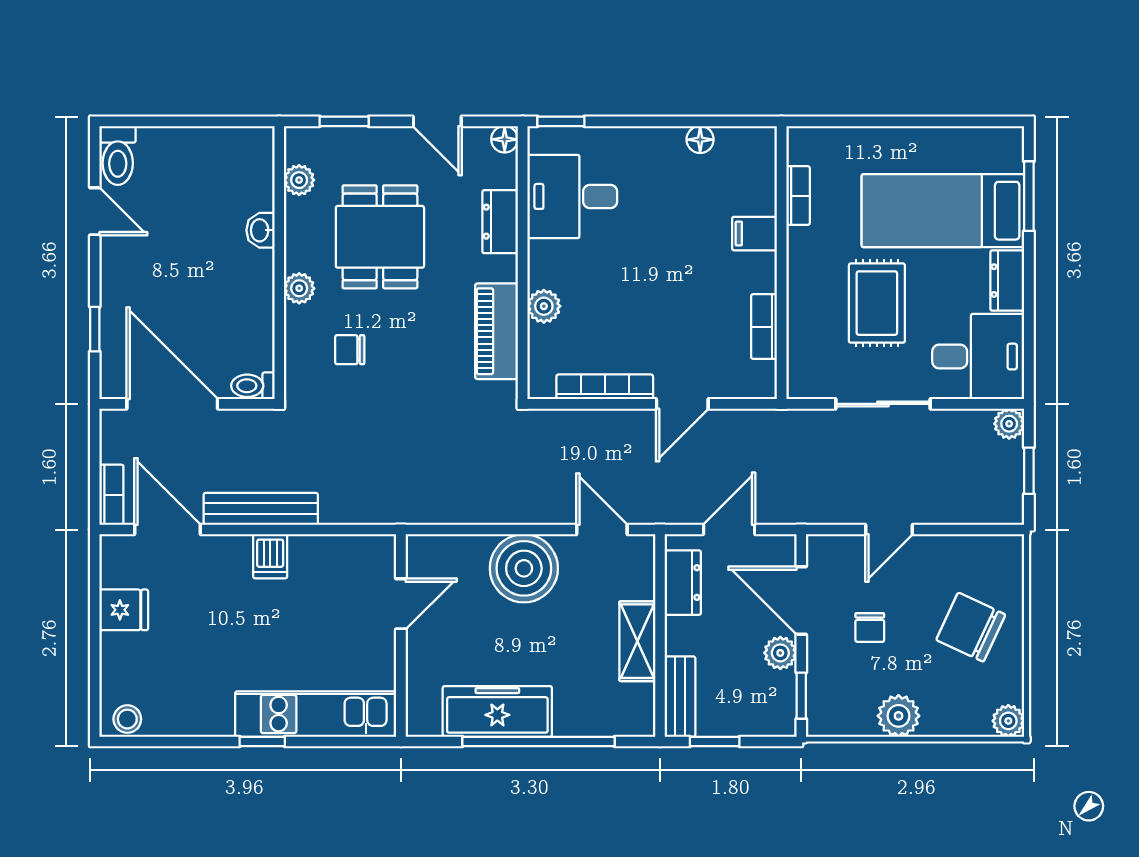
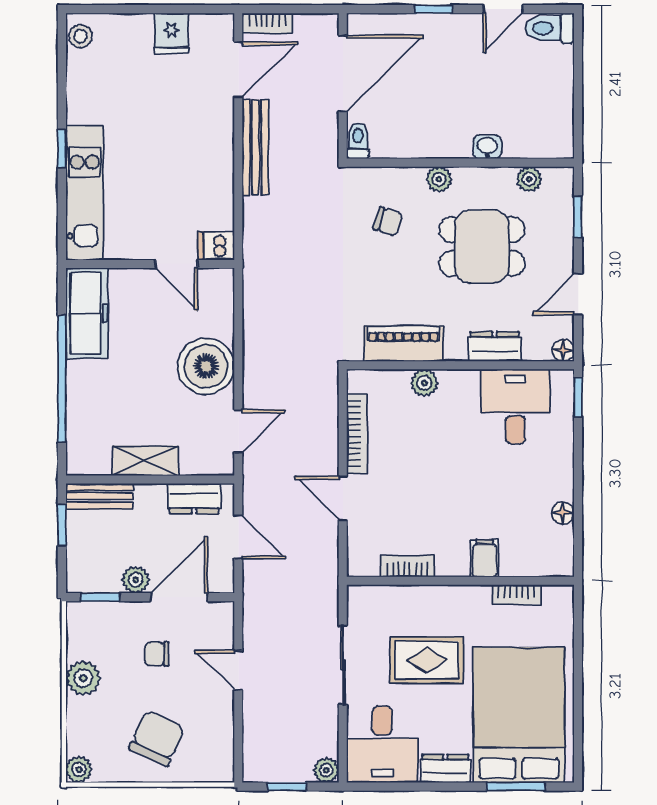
bed: (943, 211) -> (519, 715), width x1.50
window: (95, 329) -> (433, 9), moved
chair: (350, 350) -> (388, 221), turned 107
dishwasher: (270, 556) -> (216, 246), moved
freezer: (497, 711) -> (87, 313), moved

